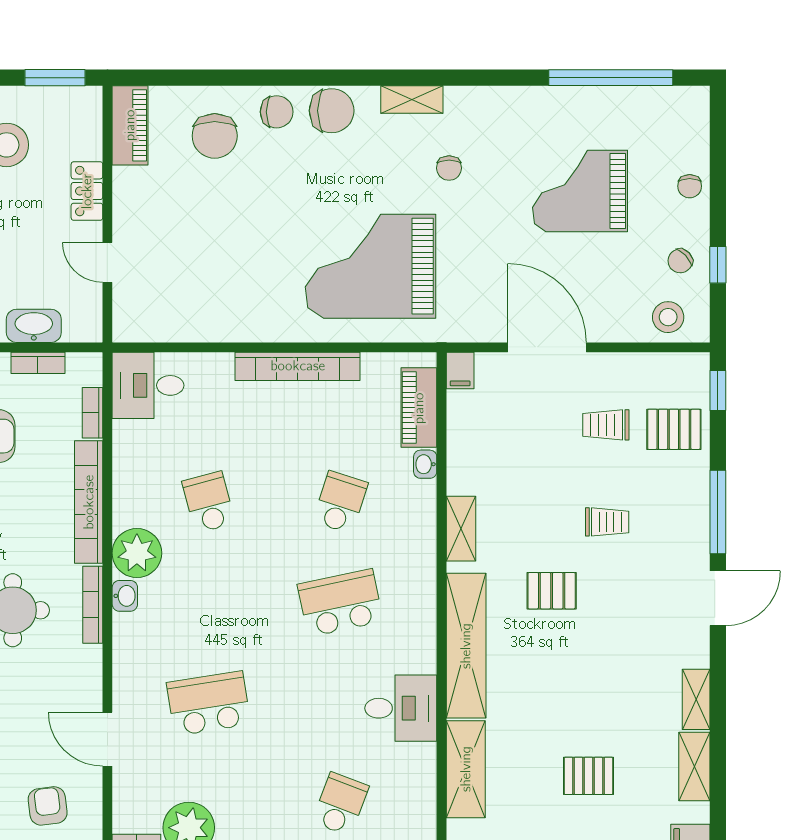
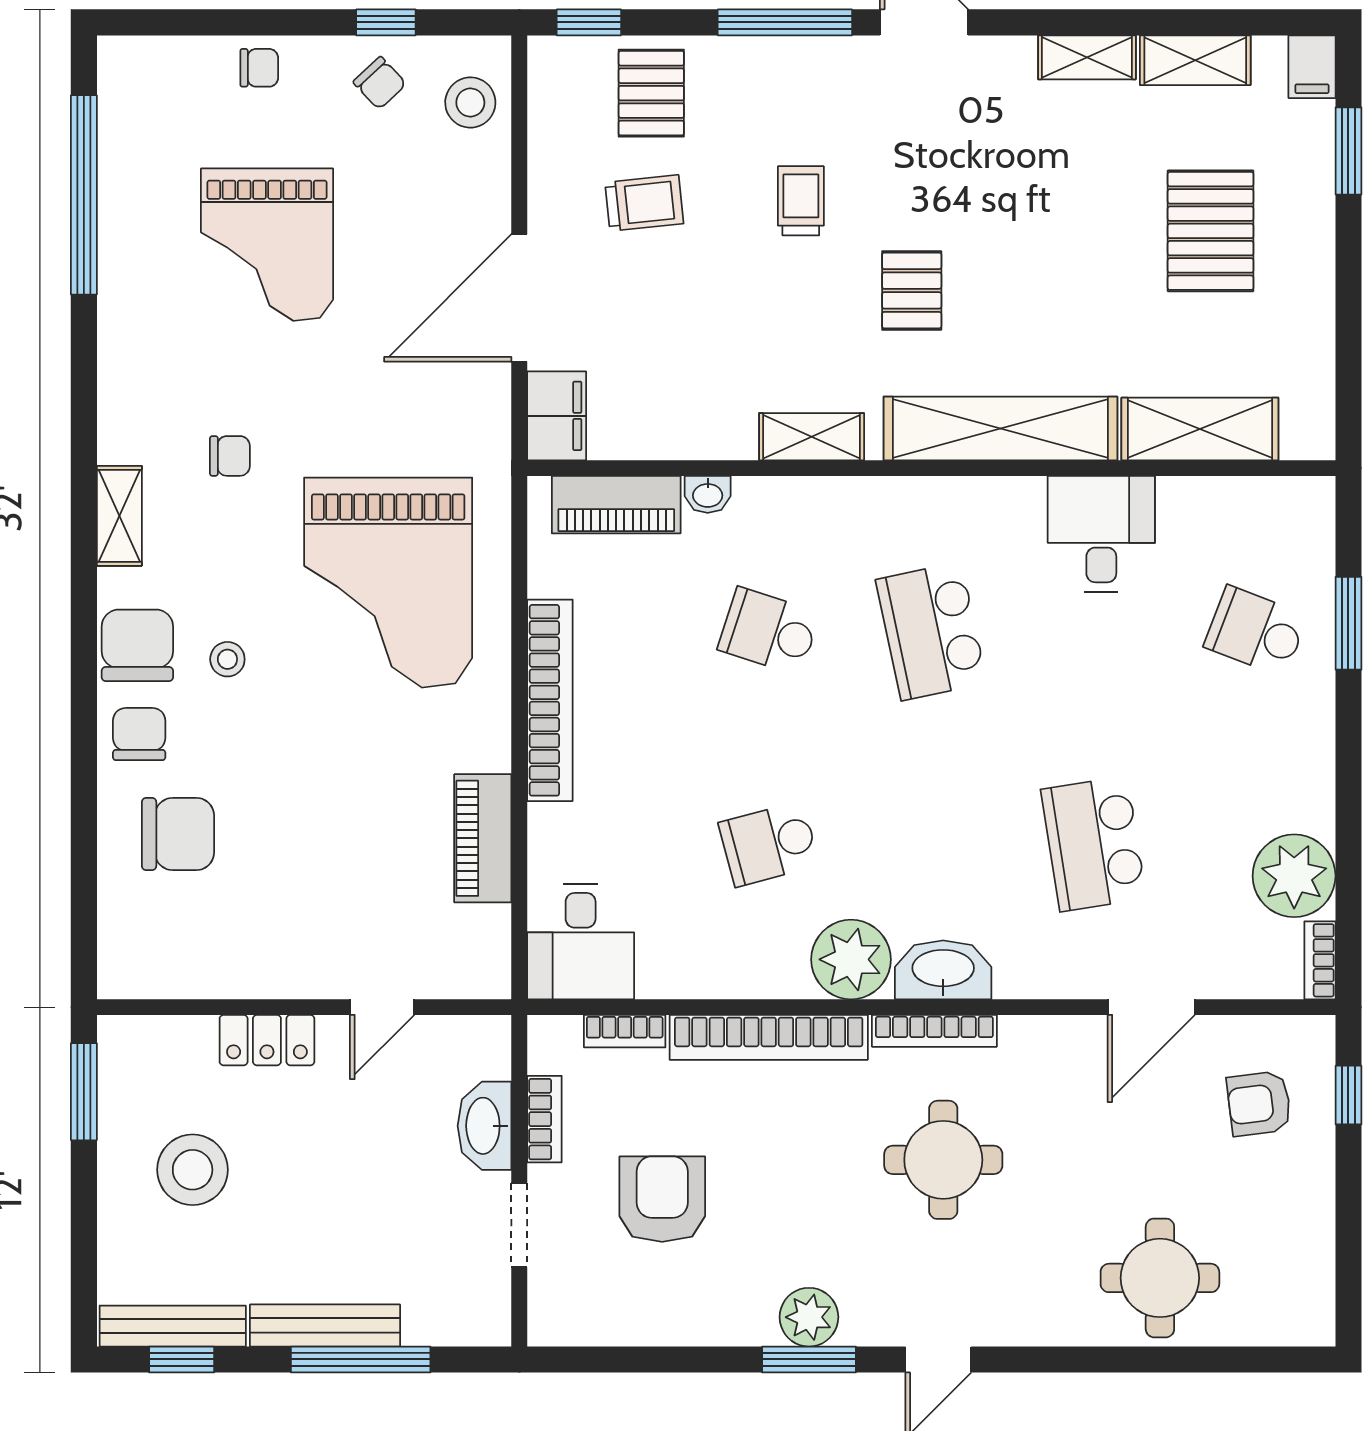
piano: (130, 125) -> (483, 838), moved, turned -90
stool: (323, 167) -> (227, 659), added
filing cabinet: (460, 371) -> (557, 416), width x2.00
trolley: (606, 425) -> (644, 203), turned -96
washbasin: (125, 596) -> (943, 970), width x1.91, depth x1.45
pallet: (588, 776) -> (1211, 231), width x1.50, depth x1.42

